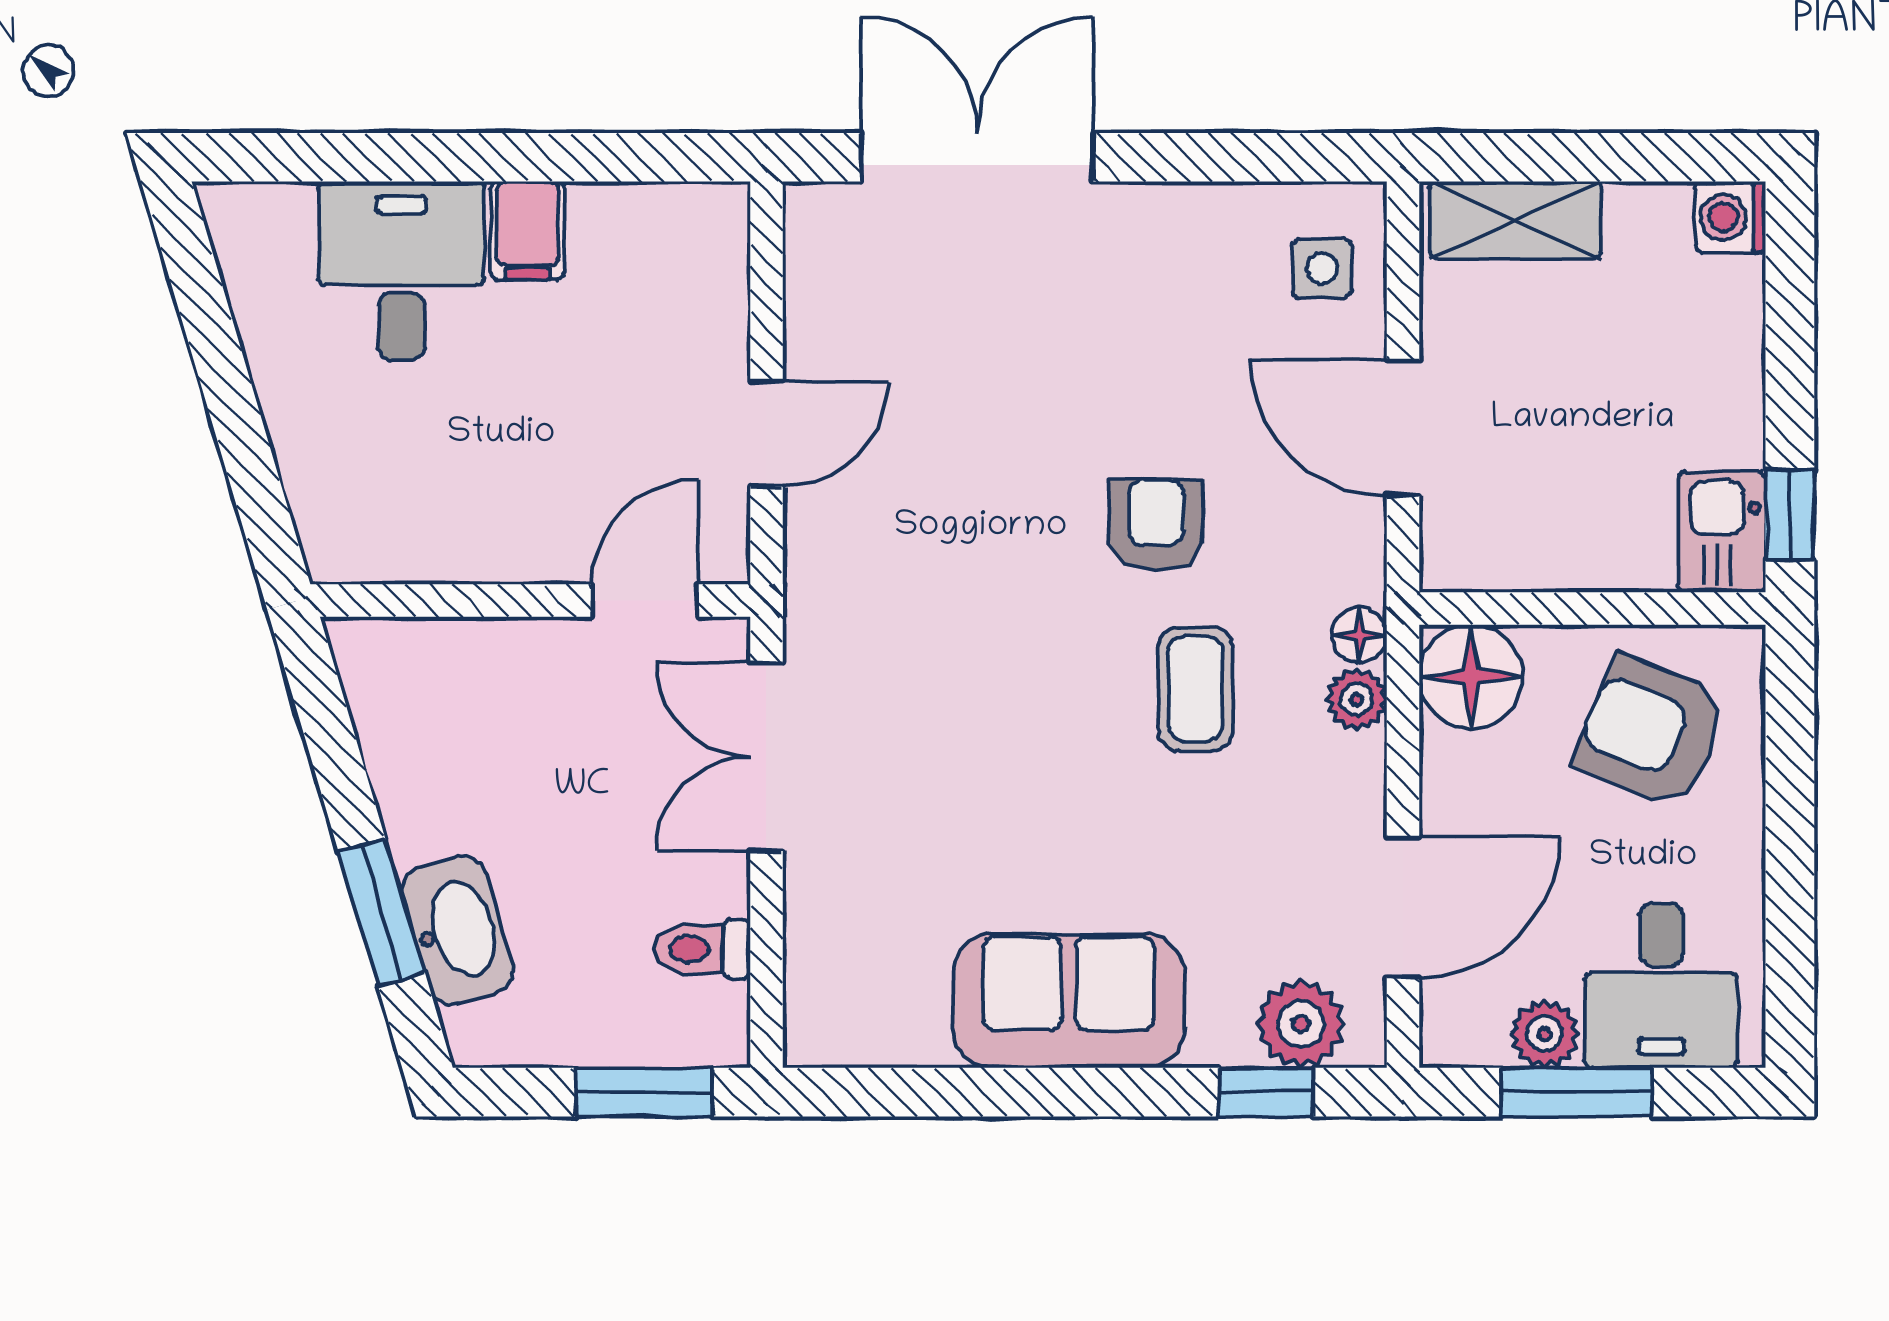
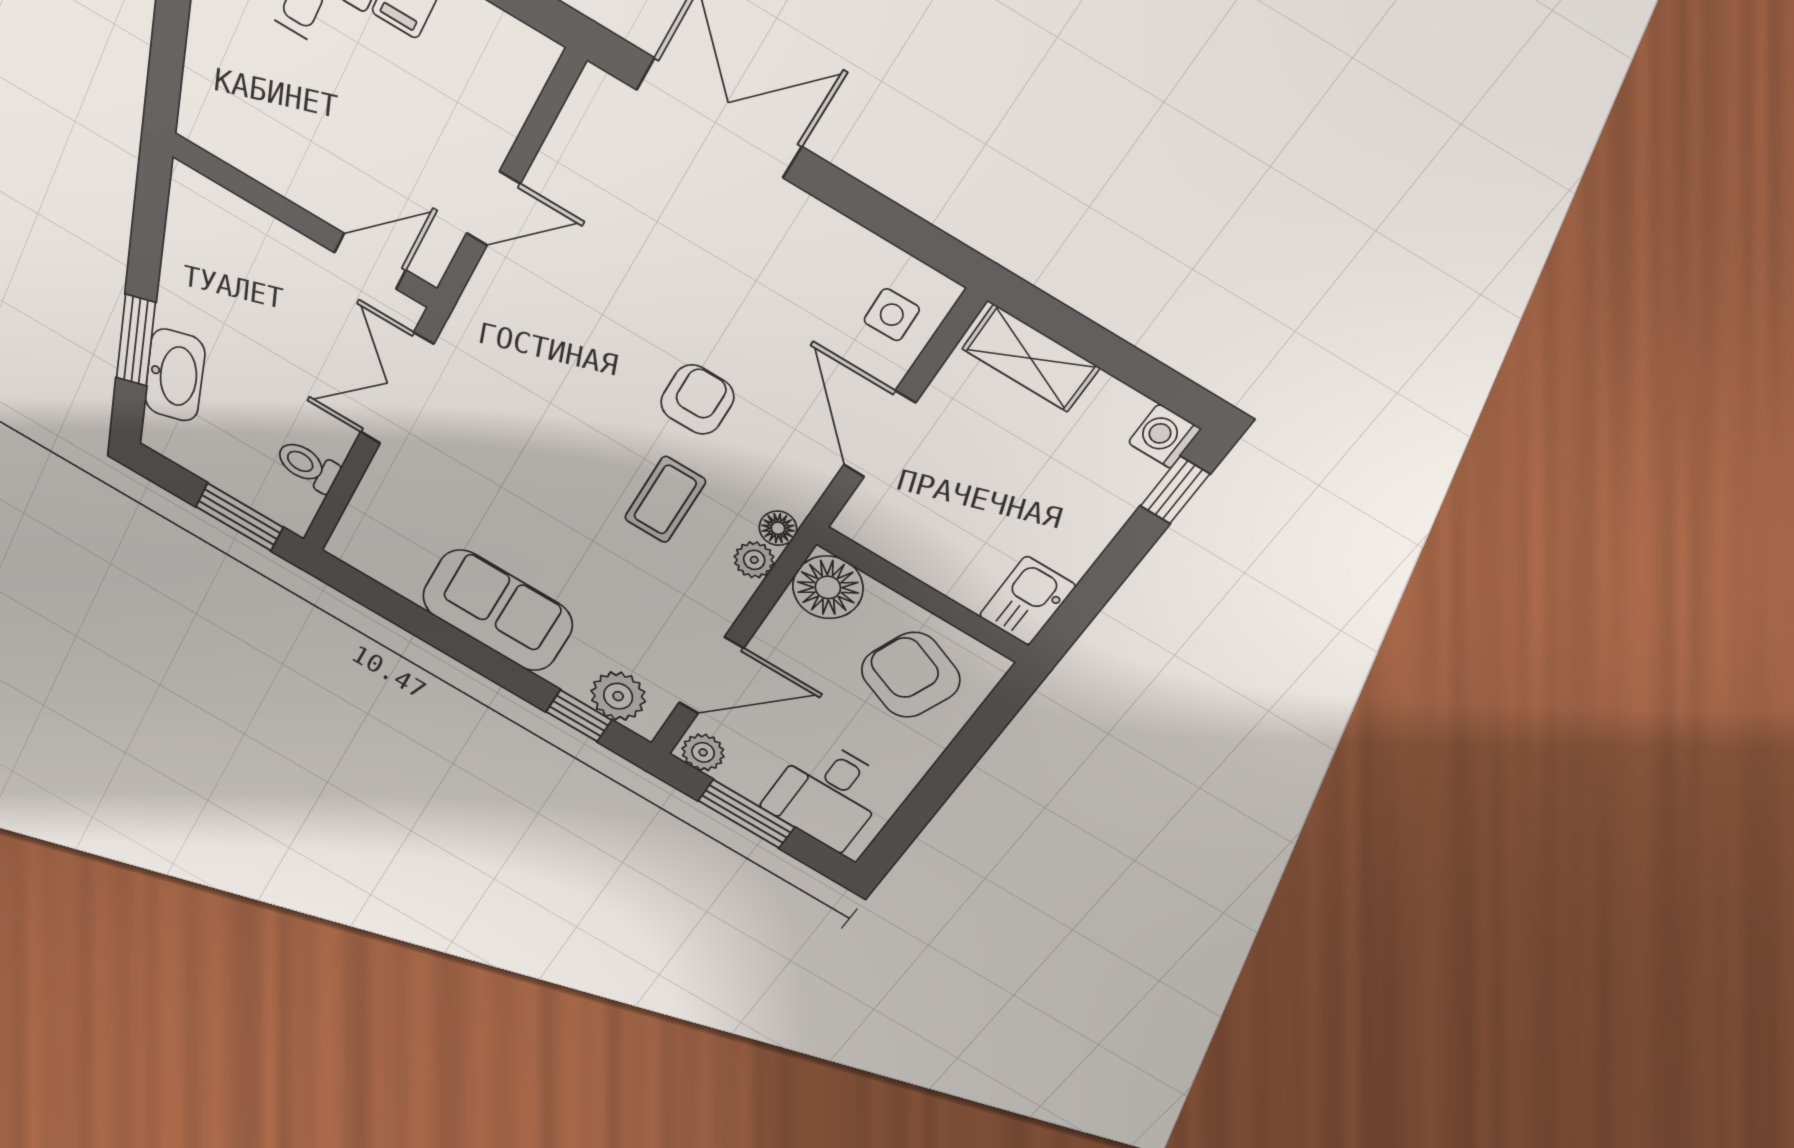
window: (1790, 515) -> (1175, 490), moved
plant: (1544, 1034) -> (703, 752), moved

